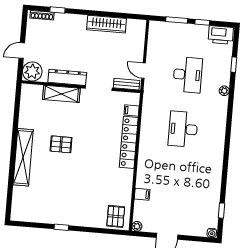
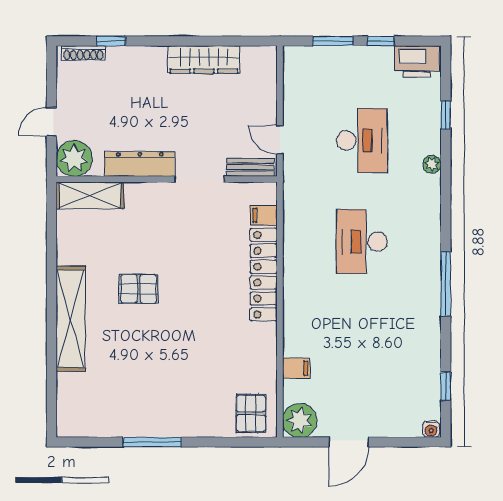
shelving: (61, 94) -> (90, 195), moved
window: (226, 156) -> (446, 284), added
plant: (137, 226) -> (300, 420), width x1.88, depth x1.88
window: (61, 227) -> (152, 442), width x2.17

